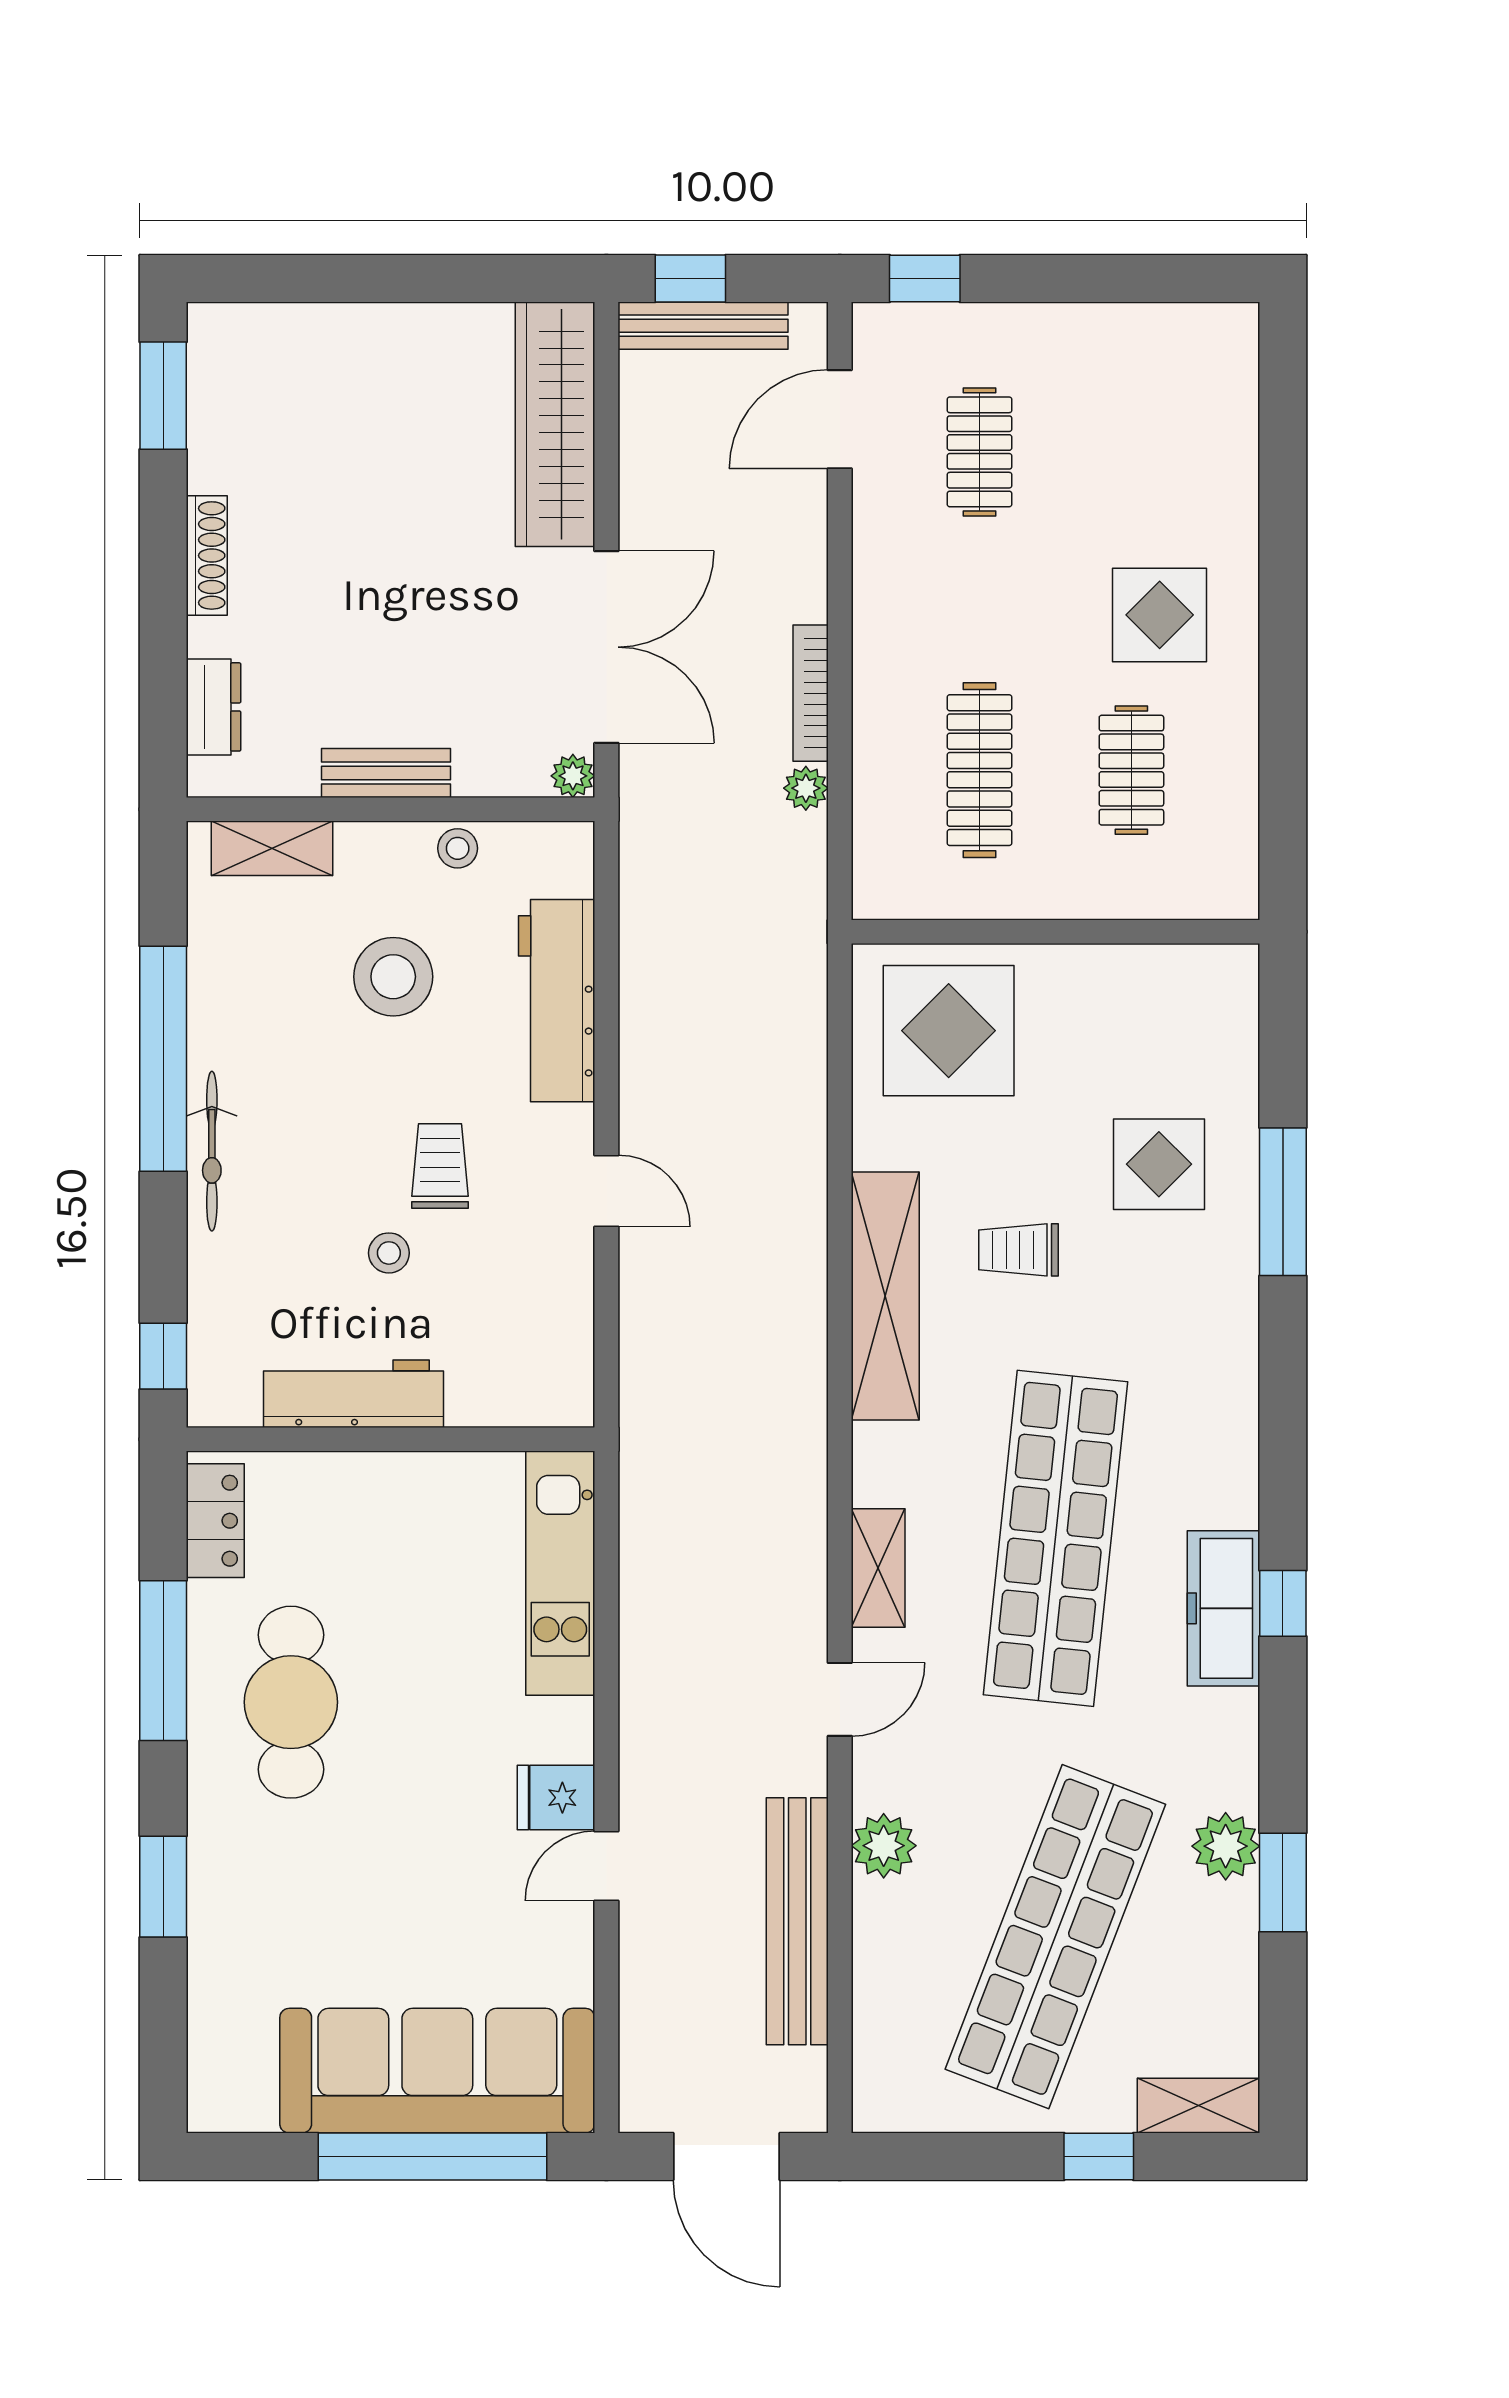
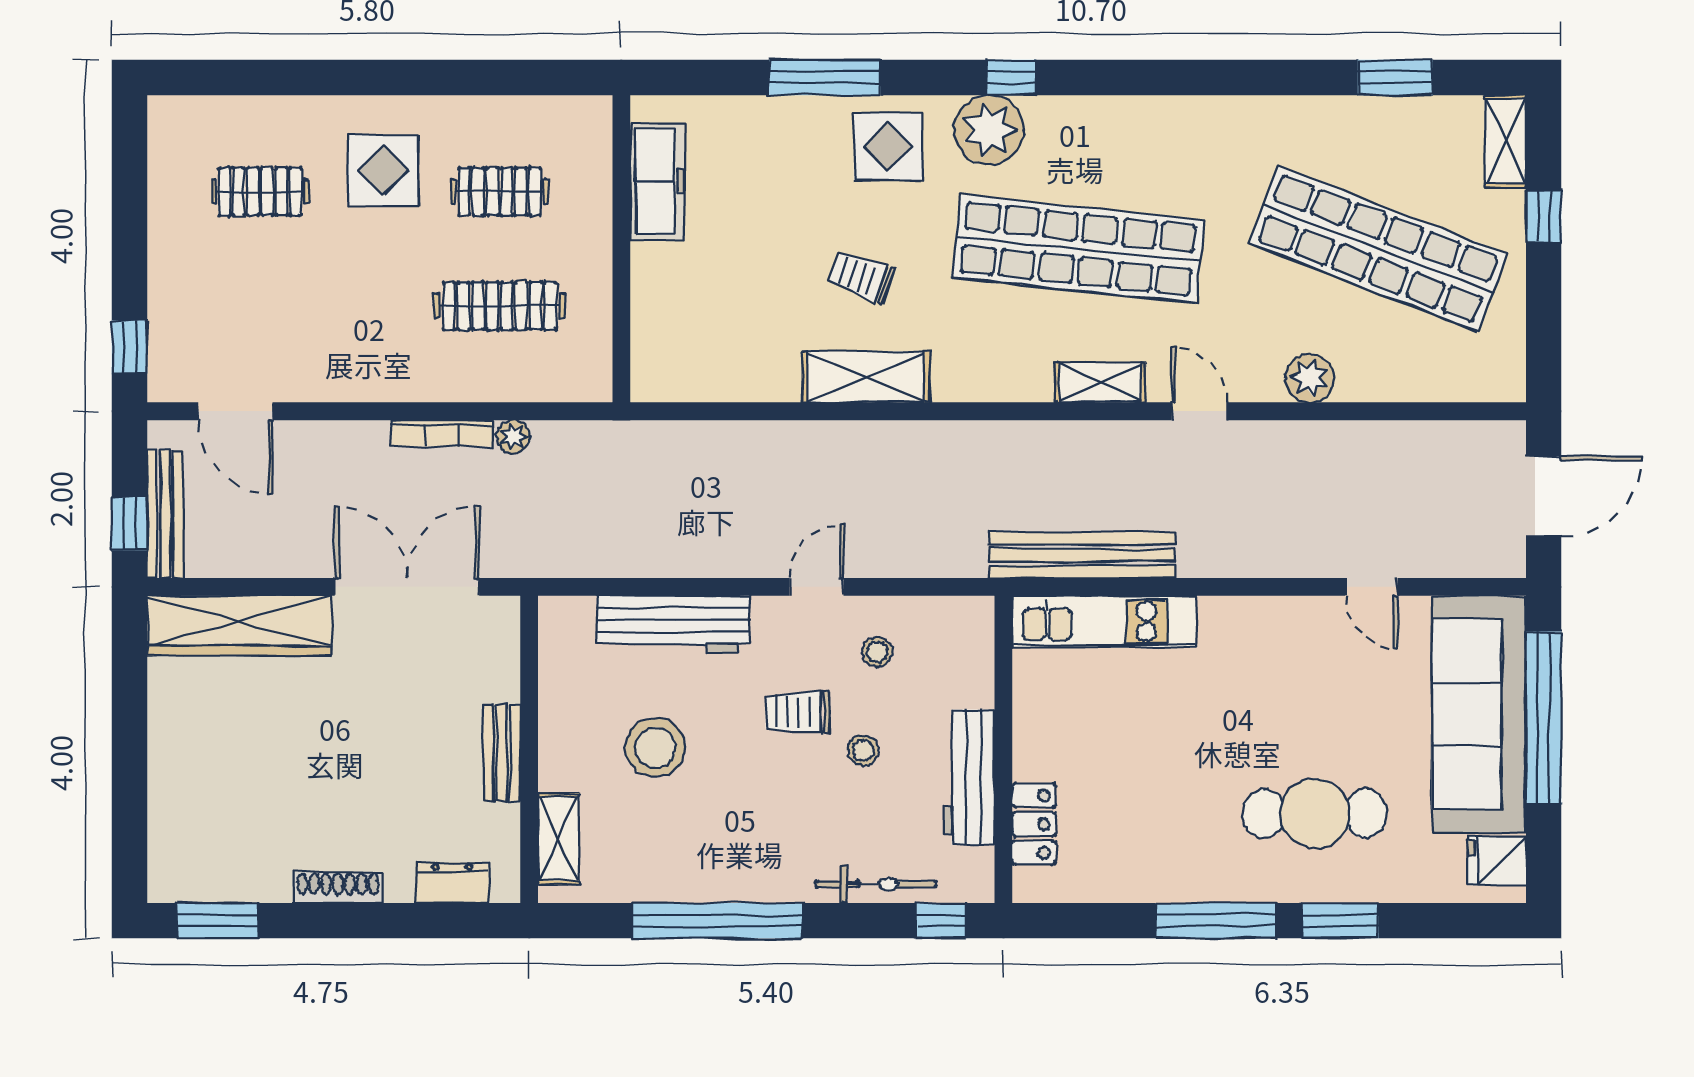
clothes rail: (979, 452) -> (260, 192), moved
plant: (573, 776) -> (504, 612), removed
stool: (458, 848) -> (877, 652), moved
display table: (949, 1031) -> (696, 329), removed
bicycle: (212, 1151) -> (876, 884), moved
display table: (1159, 1164) -> (888, 146), moved
trolley: (1018, 1250) -> (861, 277), turned 110
shelving: (885, 1296) -> (866, 377), width x0.68
locker: (215, 1521) -> (1034, 824), moved, turned 90
window: (1283, 1603) -> (1011, 77), moved
freezer: (1224, 1608) -> (657, 181), moved, turned -90
window: (163, 1661) -> (1216, 921), moved
cafe table: (291, 1702) -> (1315, 813), moved
fridge: (556, 1798) -> (1497, 861), moved, turned 90
plant: (1226, 1846) -> (989, 130), moved, width x1.36, depth x1.36
door: (606, 1866) -> (1371, 587), moved
window: (1283, 1883) -> (1395, 77), moved
bench: (797, 1921) -> (1082, 555), moved

